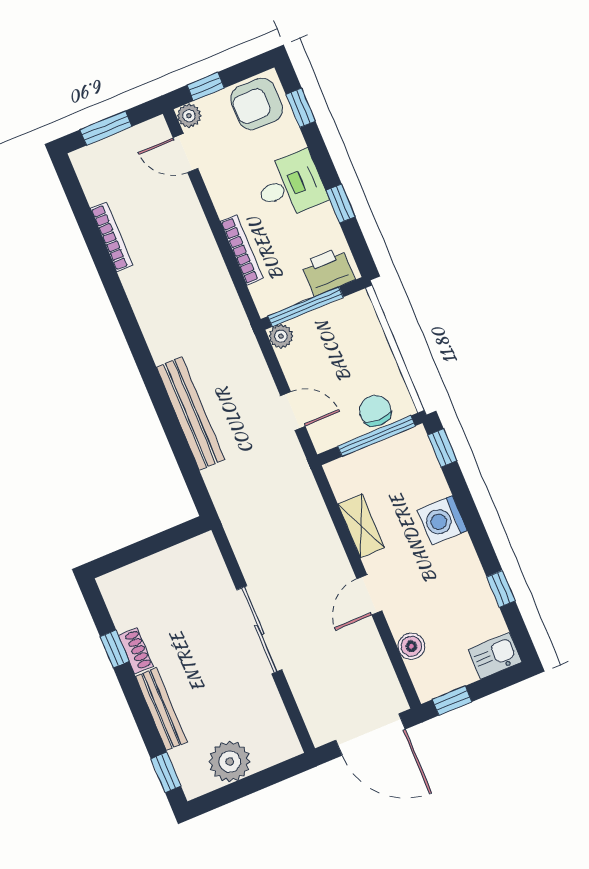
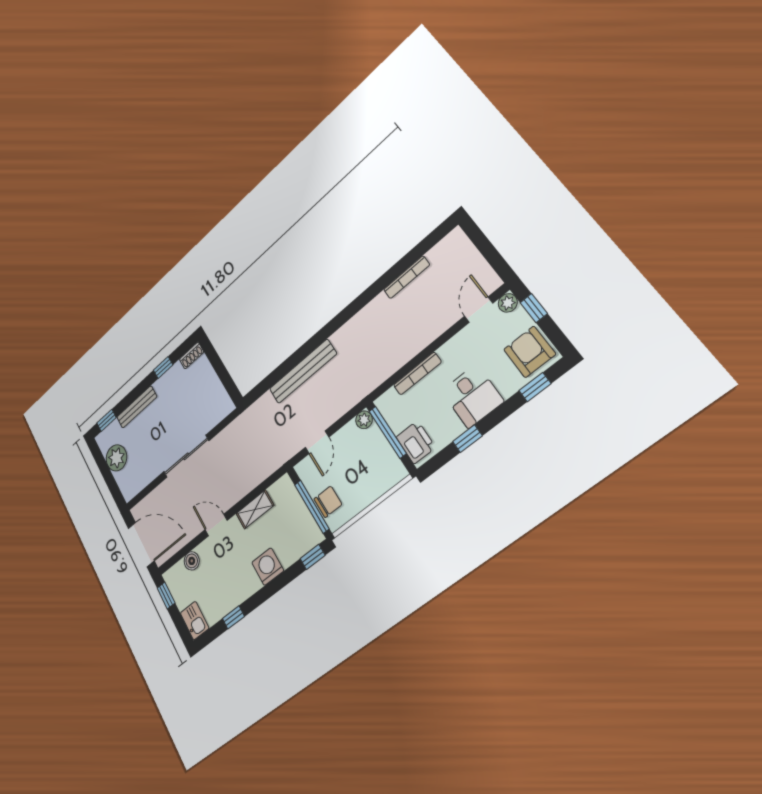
window: (106, 128) -> (484, 245), removed
shoe rack: (136, 651) -> (192, 356), moved
door: (370, 735) -> (141, 544), swing flipped

